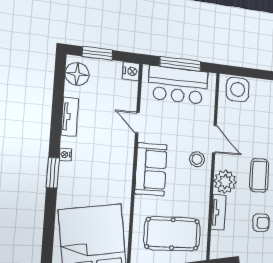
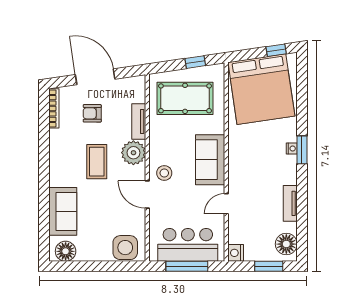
door: (137, 123) -> (226, 204), swing flipped
nightstand: (65, 155) -> (292, 148), moved

